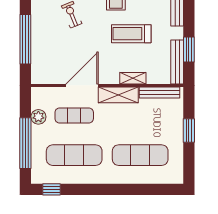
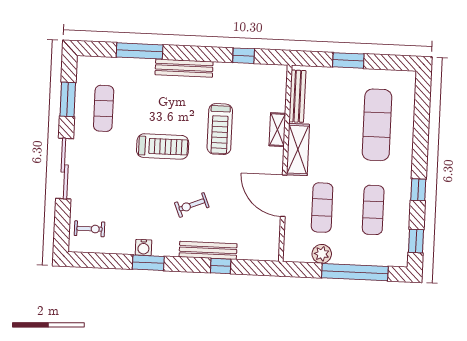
window: (25, 39) -> (221, 266), width x0.32
window: (189, 50) -> (244, 56), width x0.67
bench: (177, 62) -> (208, 250), moved
exercise mat: (74, 155) -> (373, 210), width x0.73, depth x0.69
window: (91, 189) -> (418, 190), added

